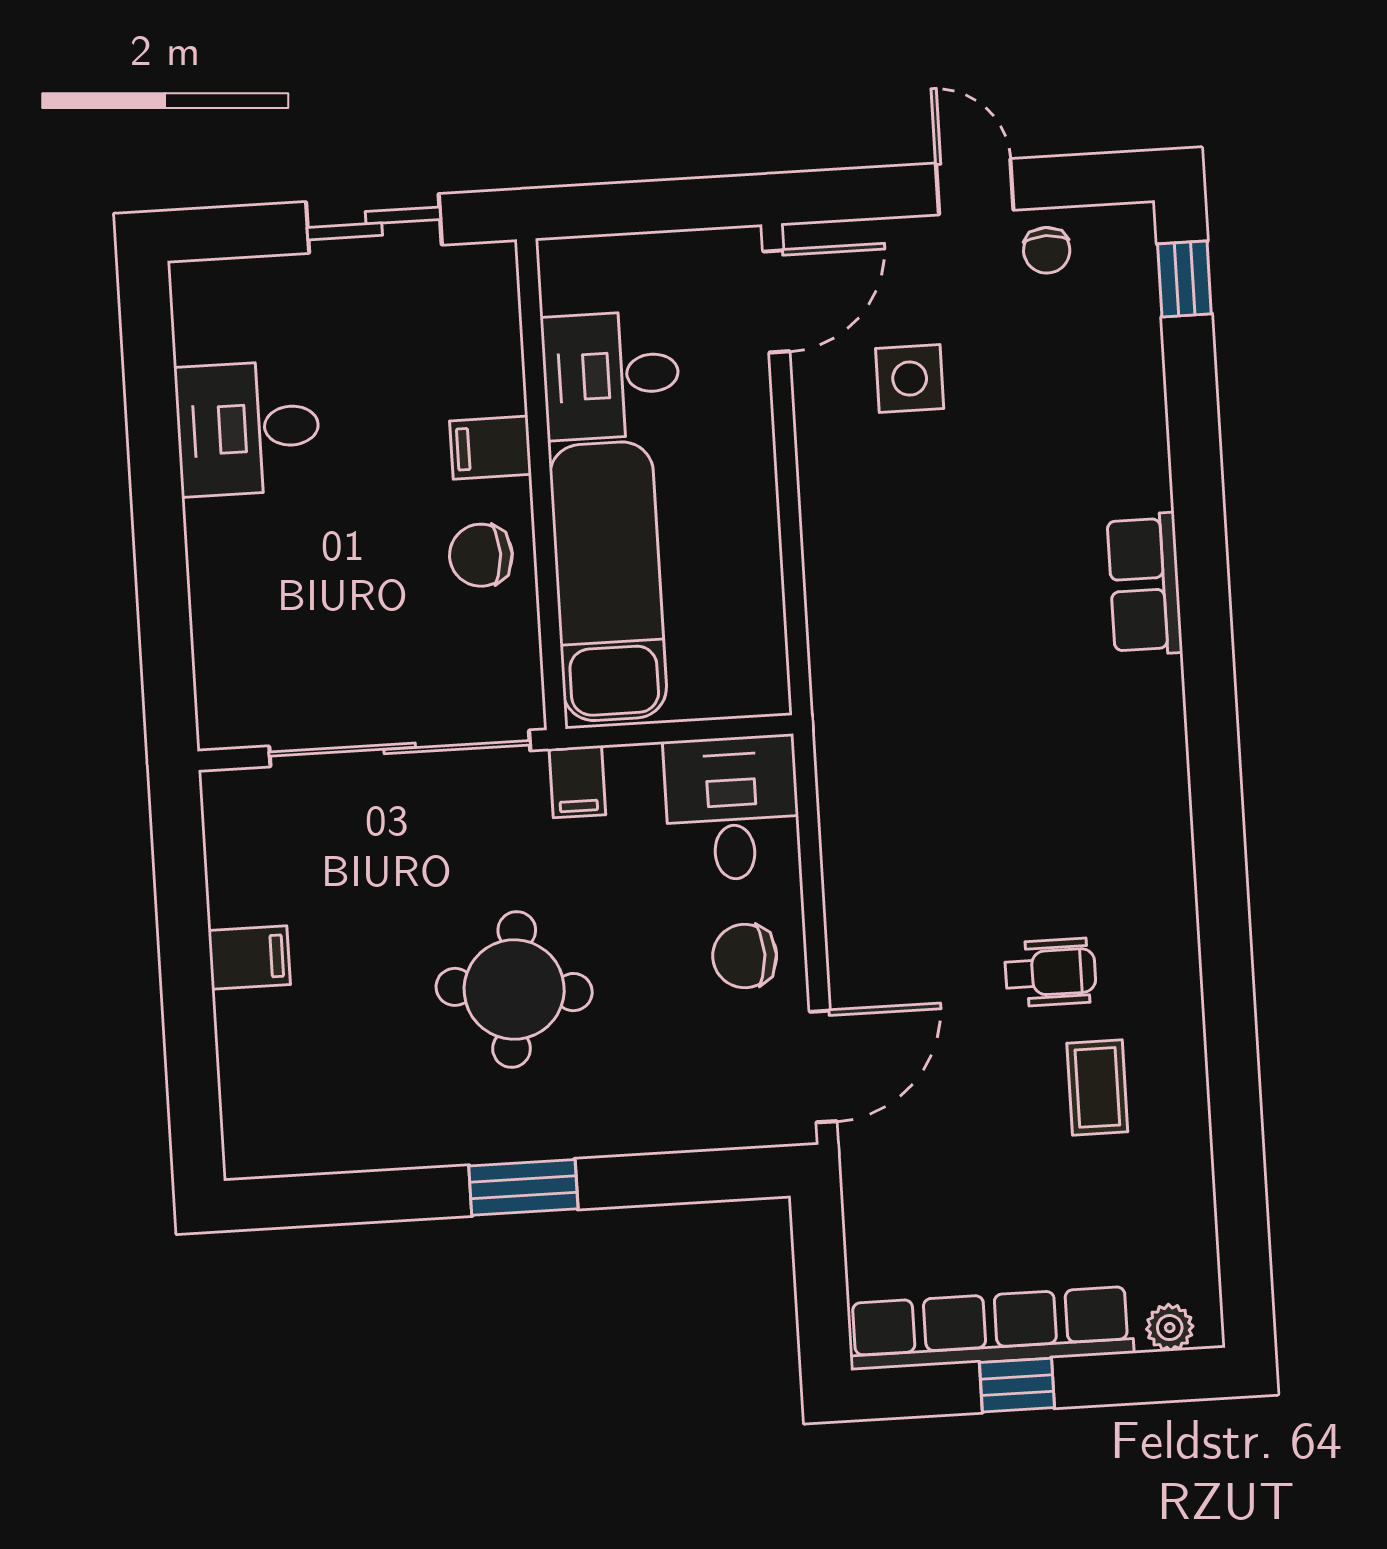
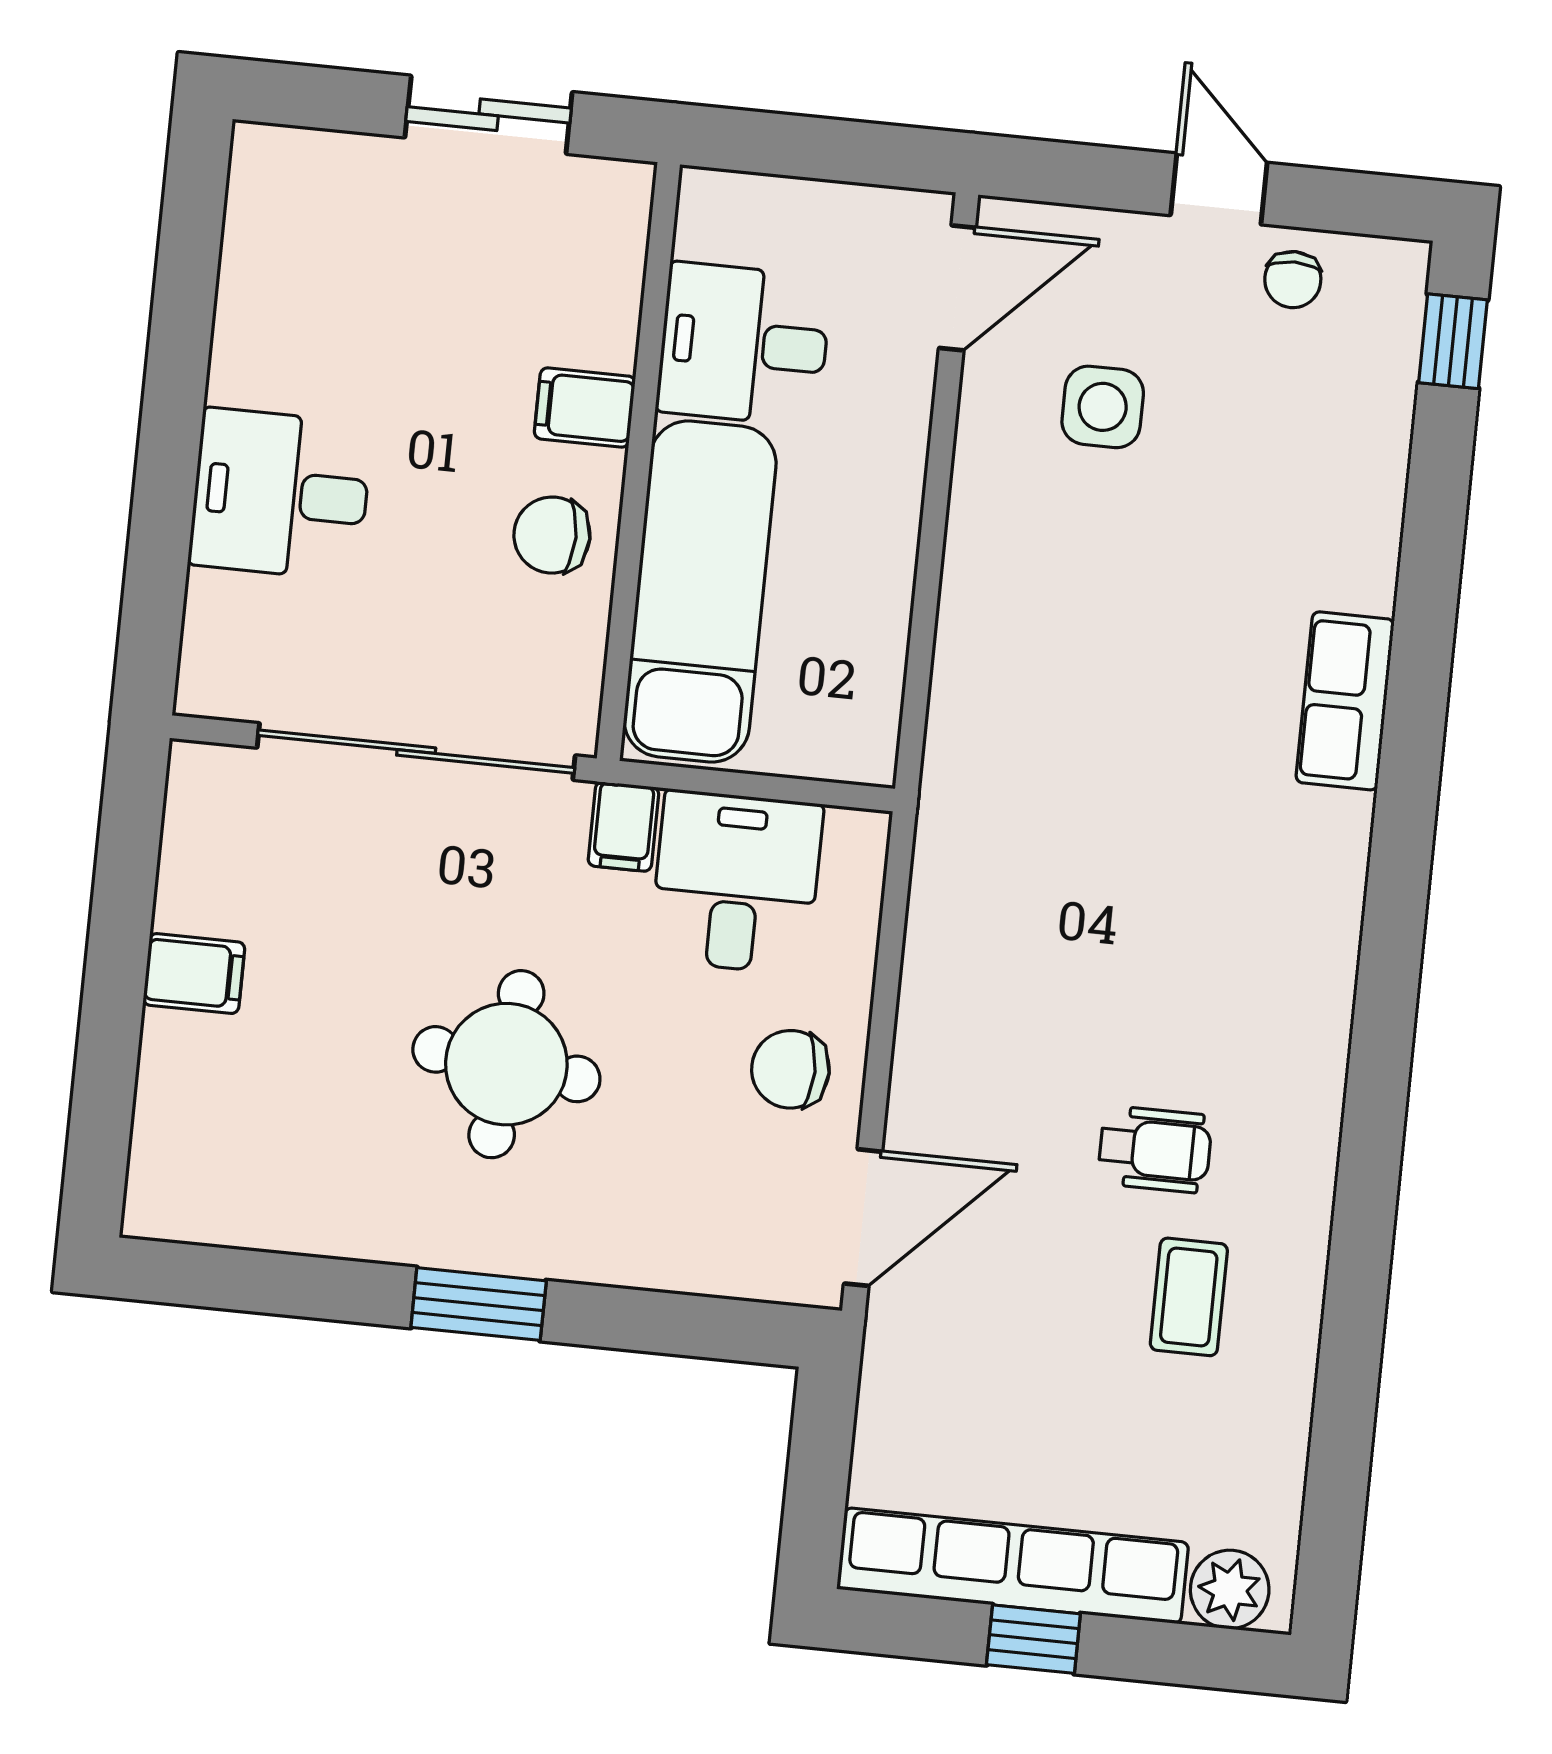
desk: (248, 428) -> (281, 494), moved
desk: (732, 808) -> (736, 882), moved
plant: (1170, 1328) -> (1230, 1589), width x1.38, depth x1.38

